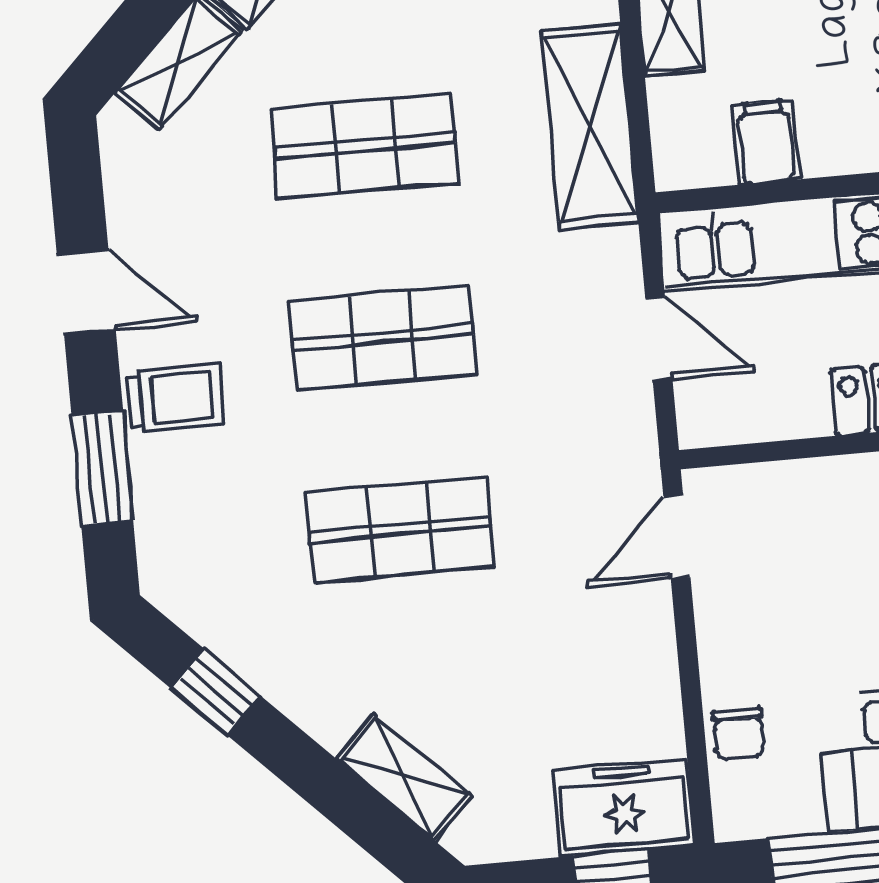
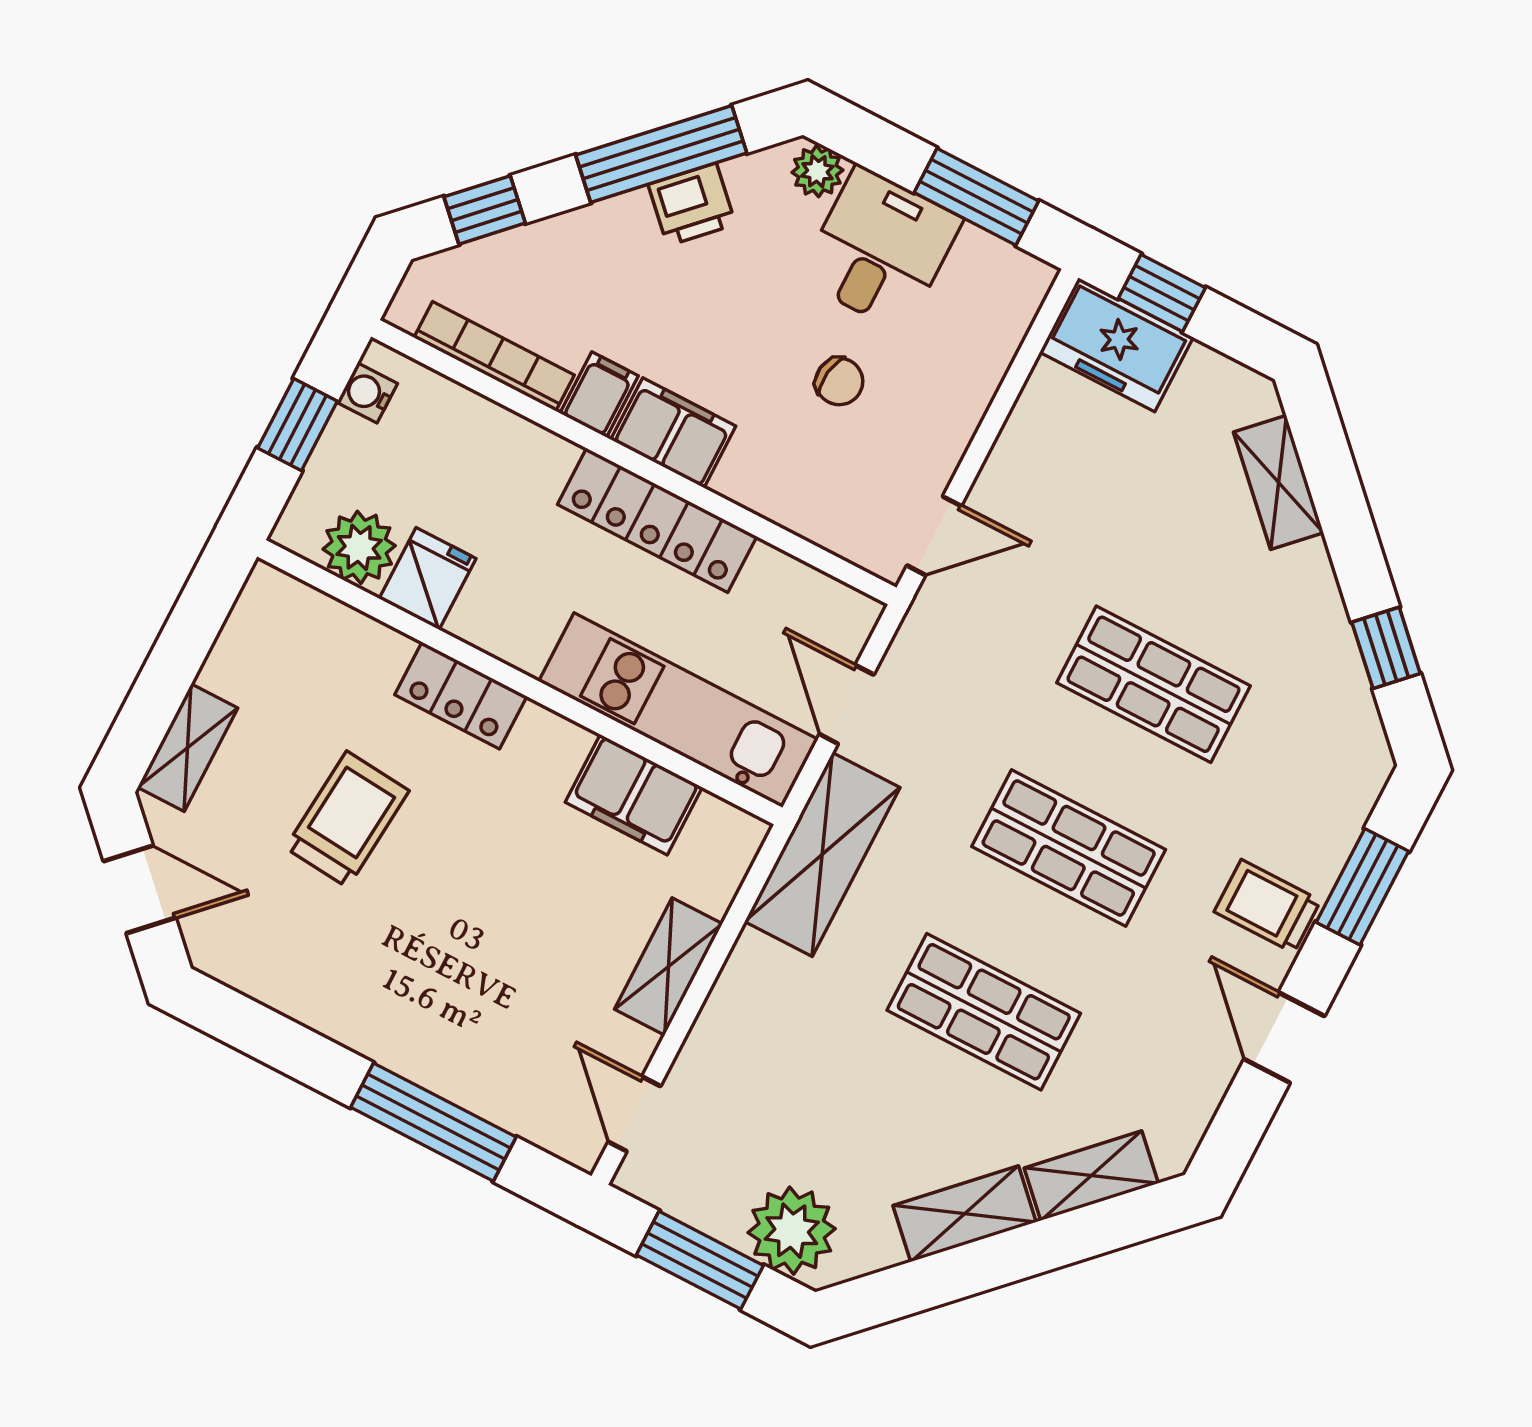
shelving: (590, 126) -> (822, 854), moved
filing cabinet: (766, 142) -> (634, 795), width x2.00
chair: (739, 734) -> (839, 381), moved, turned 98

